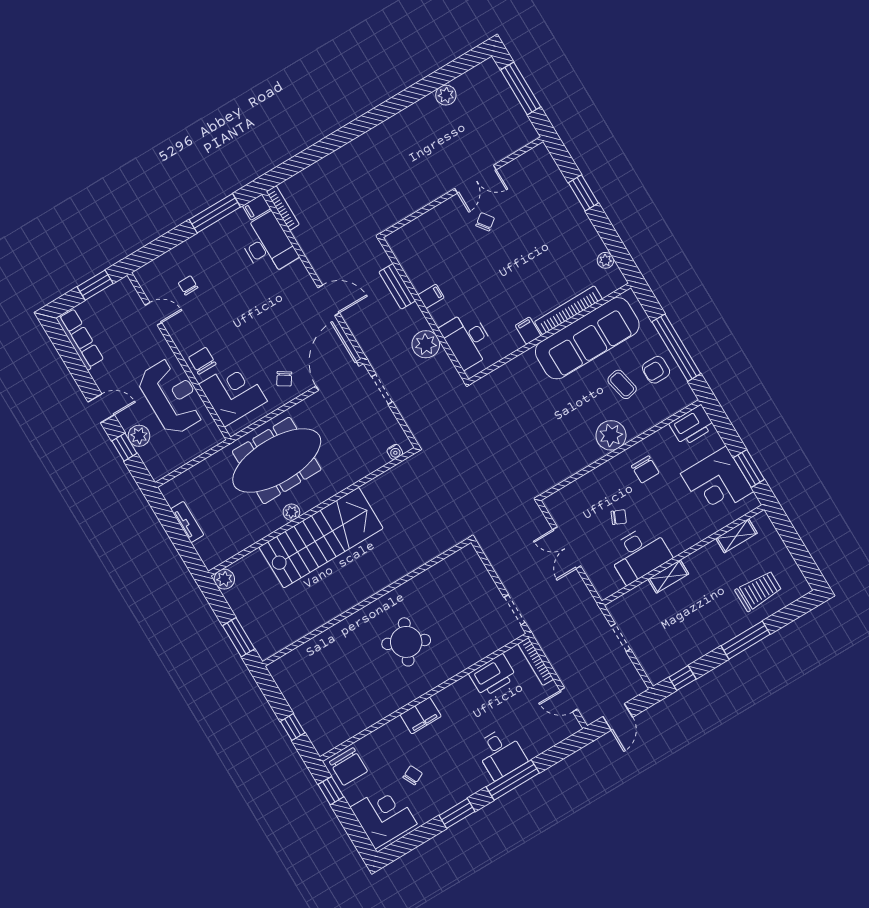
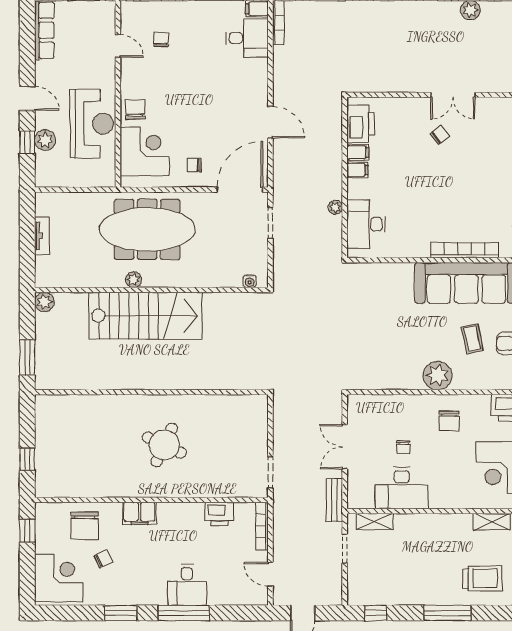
desk: (267, 245) -> (247, 38), width x0.73
printer: (409, 254) -> (360, 124), added
bench: (397, 286) -> (334, 500), moved
filing cabinet: (528, 331) -> (358, 152), moved, turned 90
plant: (426, 344) -> (335, 207), width x0.53, depth x0.53
chair: (284, 379) -> (194, 165), turned 57
chair: (619, 517) -> (403, 447), turned 67
shelving: (668, 577) -> (375, 521), moved
printer: (493, 676) -> (219, 514), width x0.73, depth x0.84
chair: (348, 767) -> (85, 525), moved

